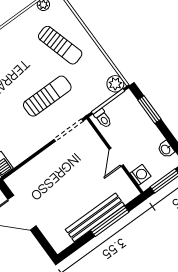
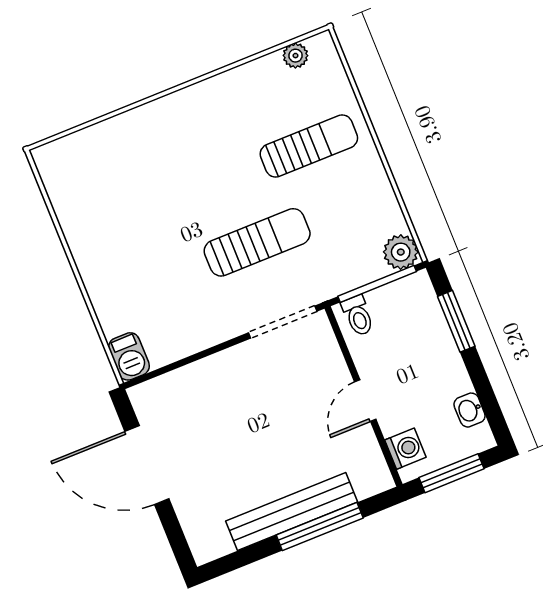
sun lounger: (60, 45) -> (309, 146), turned -74

